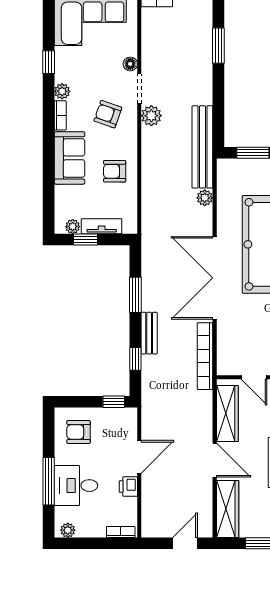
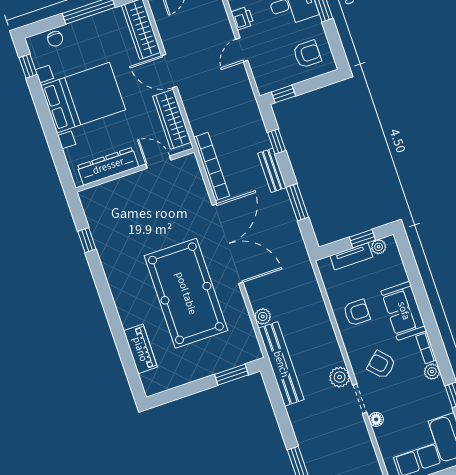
armchair: (108, 114) -> (381, 365), turned -152
door: (139, 457) -> (242, 50), width x0.73

